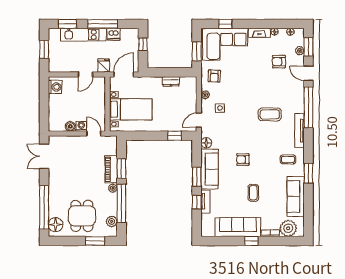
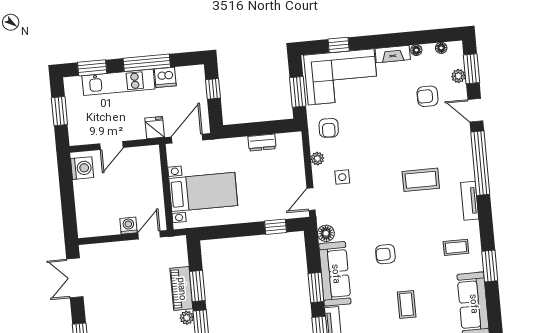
door: (85, 74) -> (111, 146), moved
boiler: (70, 126) -> (111, 227), removed
tv unit: (299, 131) -> (470, 201), width x0.71
door: (94, 134) -> (149, 235), hinge flipped

